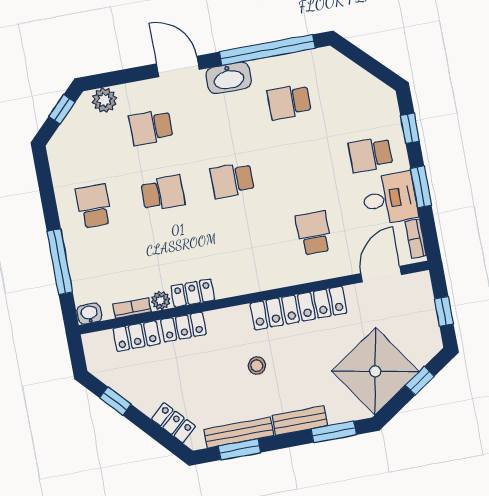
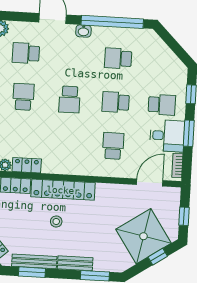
washbasin: (229, 78) -> (83, 31), width x0.52, depth x0.69
school desk: (371, 155) -> (162, 105), turned 180
school desk: (301, 167) -> (116, 102), added
school desk: (232, 180) -> (70, 99), turned -90
school desk: (163, 193) -> (23, 97), turned -90
locker: (298, 308) -> (63, 190), moved
shower: (375, 371) -> (143, 236), moved

